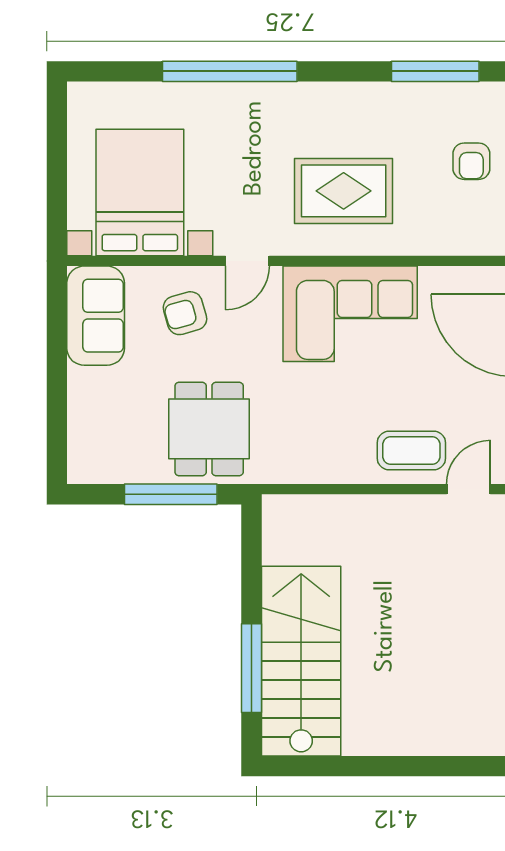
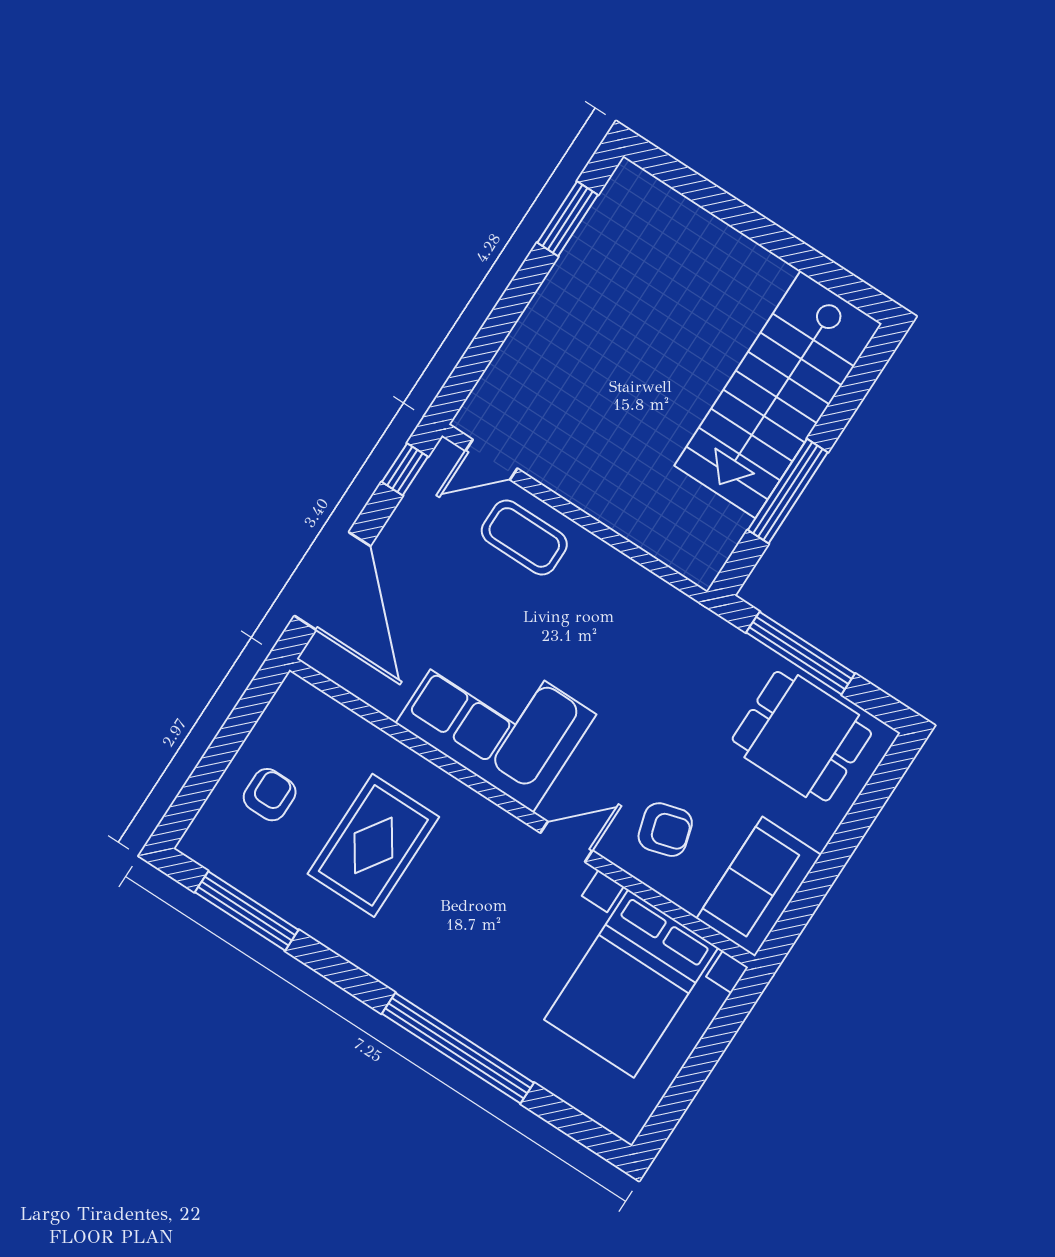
rug: (344, 191) -> (373, 845), moved, turned 90
dining table: (209, 429) -> (802, 736), moved, turned 90
window: (252, 668) -> (788, 491), moved

